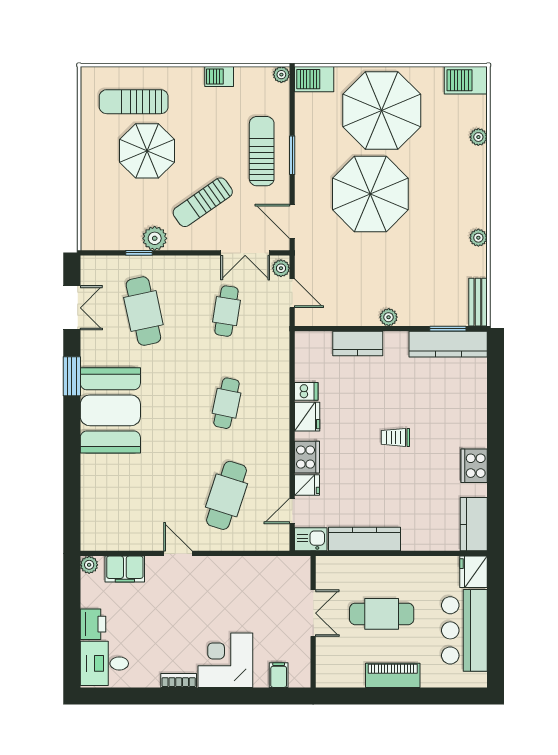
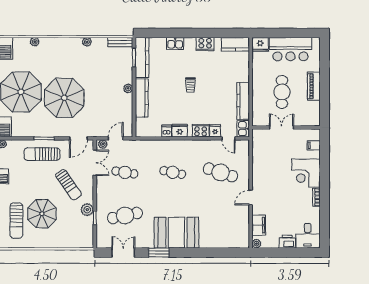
kitchen counter: (358, 344) -> (142, 98), width x1.50
kitchen sink: (475, 408) -> (175, 43), added

